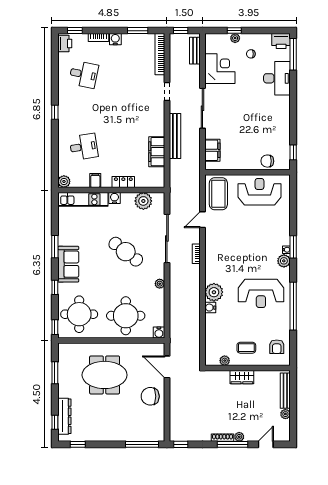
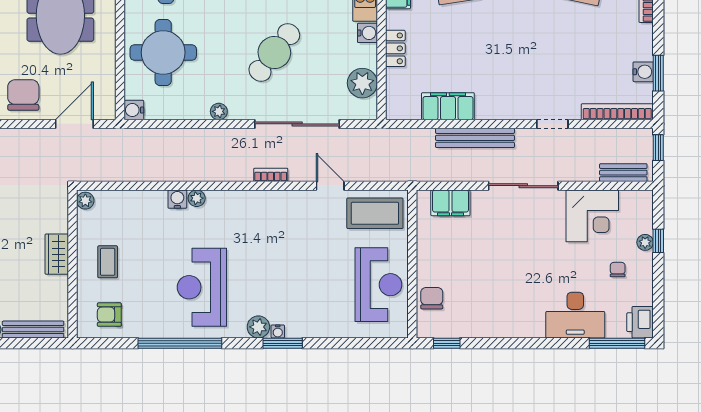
water cooler: (115, 39) -> (643, 72), moved
plant: (214, 292) -> (197, 198), width x0.53, depth x0.53
plant: (225, 361) -> (85, 201), moved

